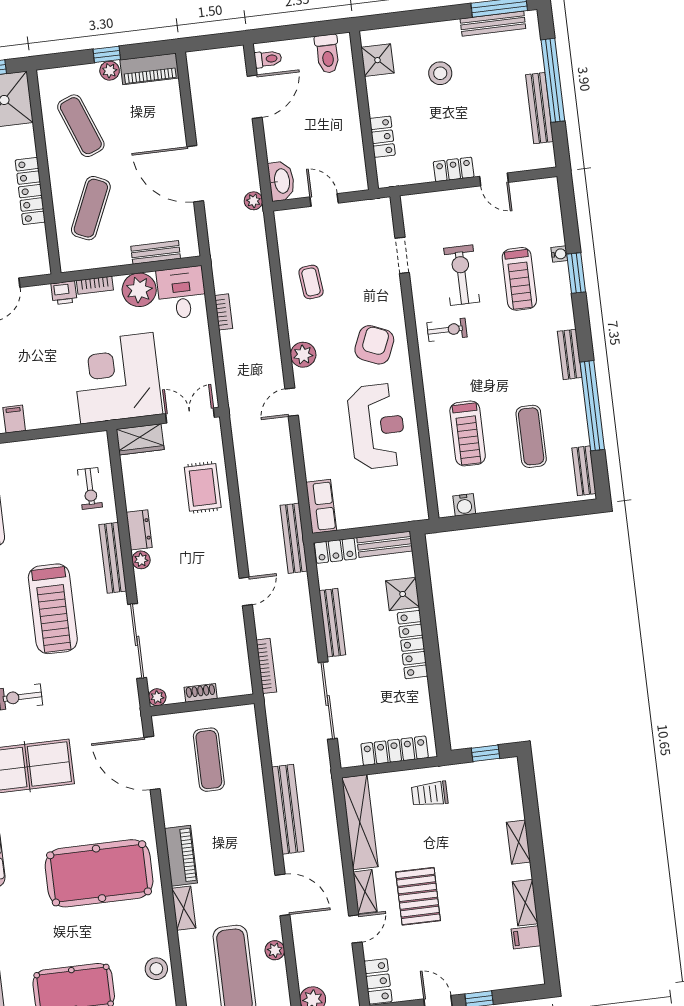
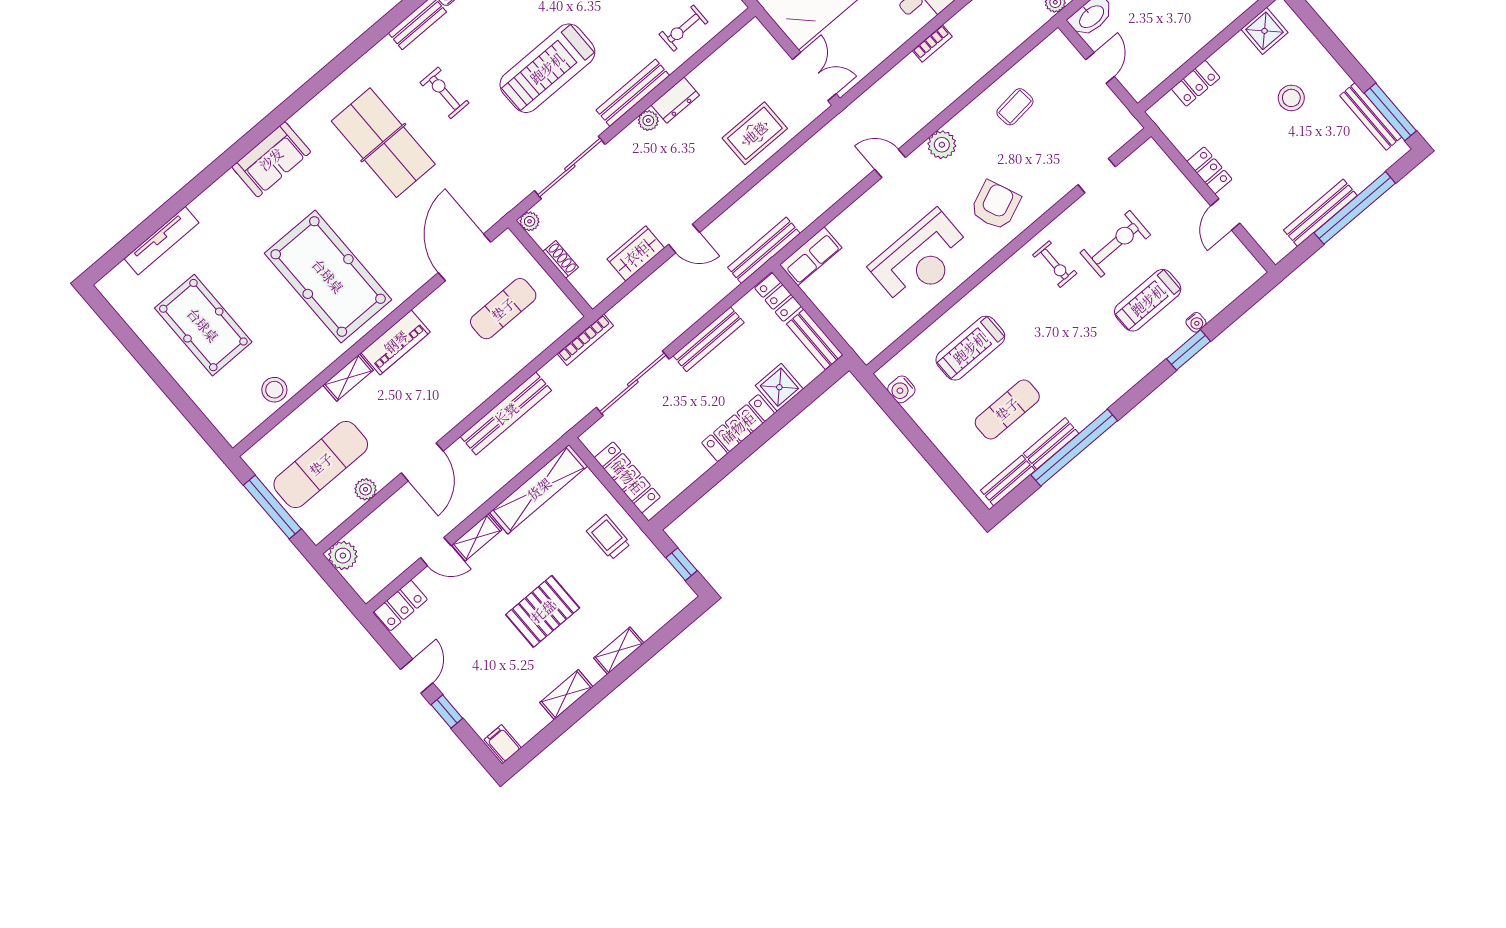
armchair: (374, 345) -> (995, 205), turned -46
bench: (570, 354) -> (1051, 443), moved
wardrobe: (140, 439) -> (636, 253), moved, turned 90
bookcase: (266, 666) -> (585, 340), moved
pallet: (418, 896) -> (543, 611), moved
filing cabinet: (526, 937) -> (503, 744), moved

